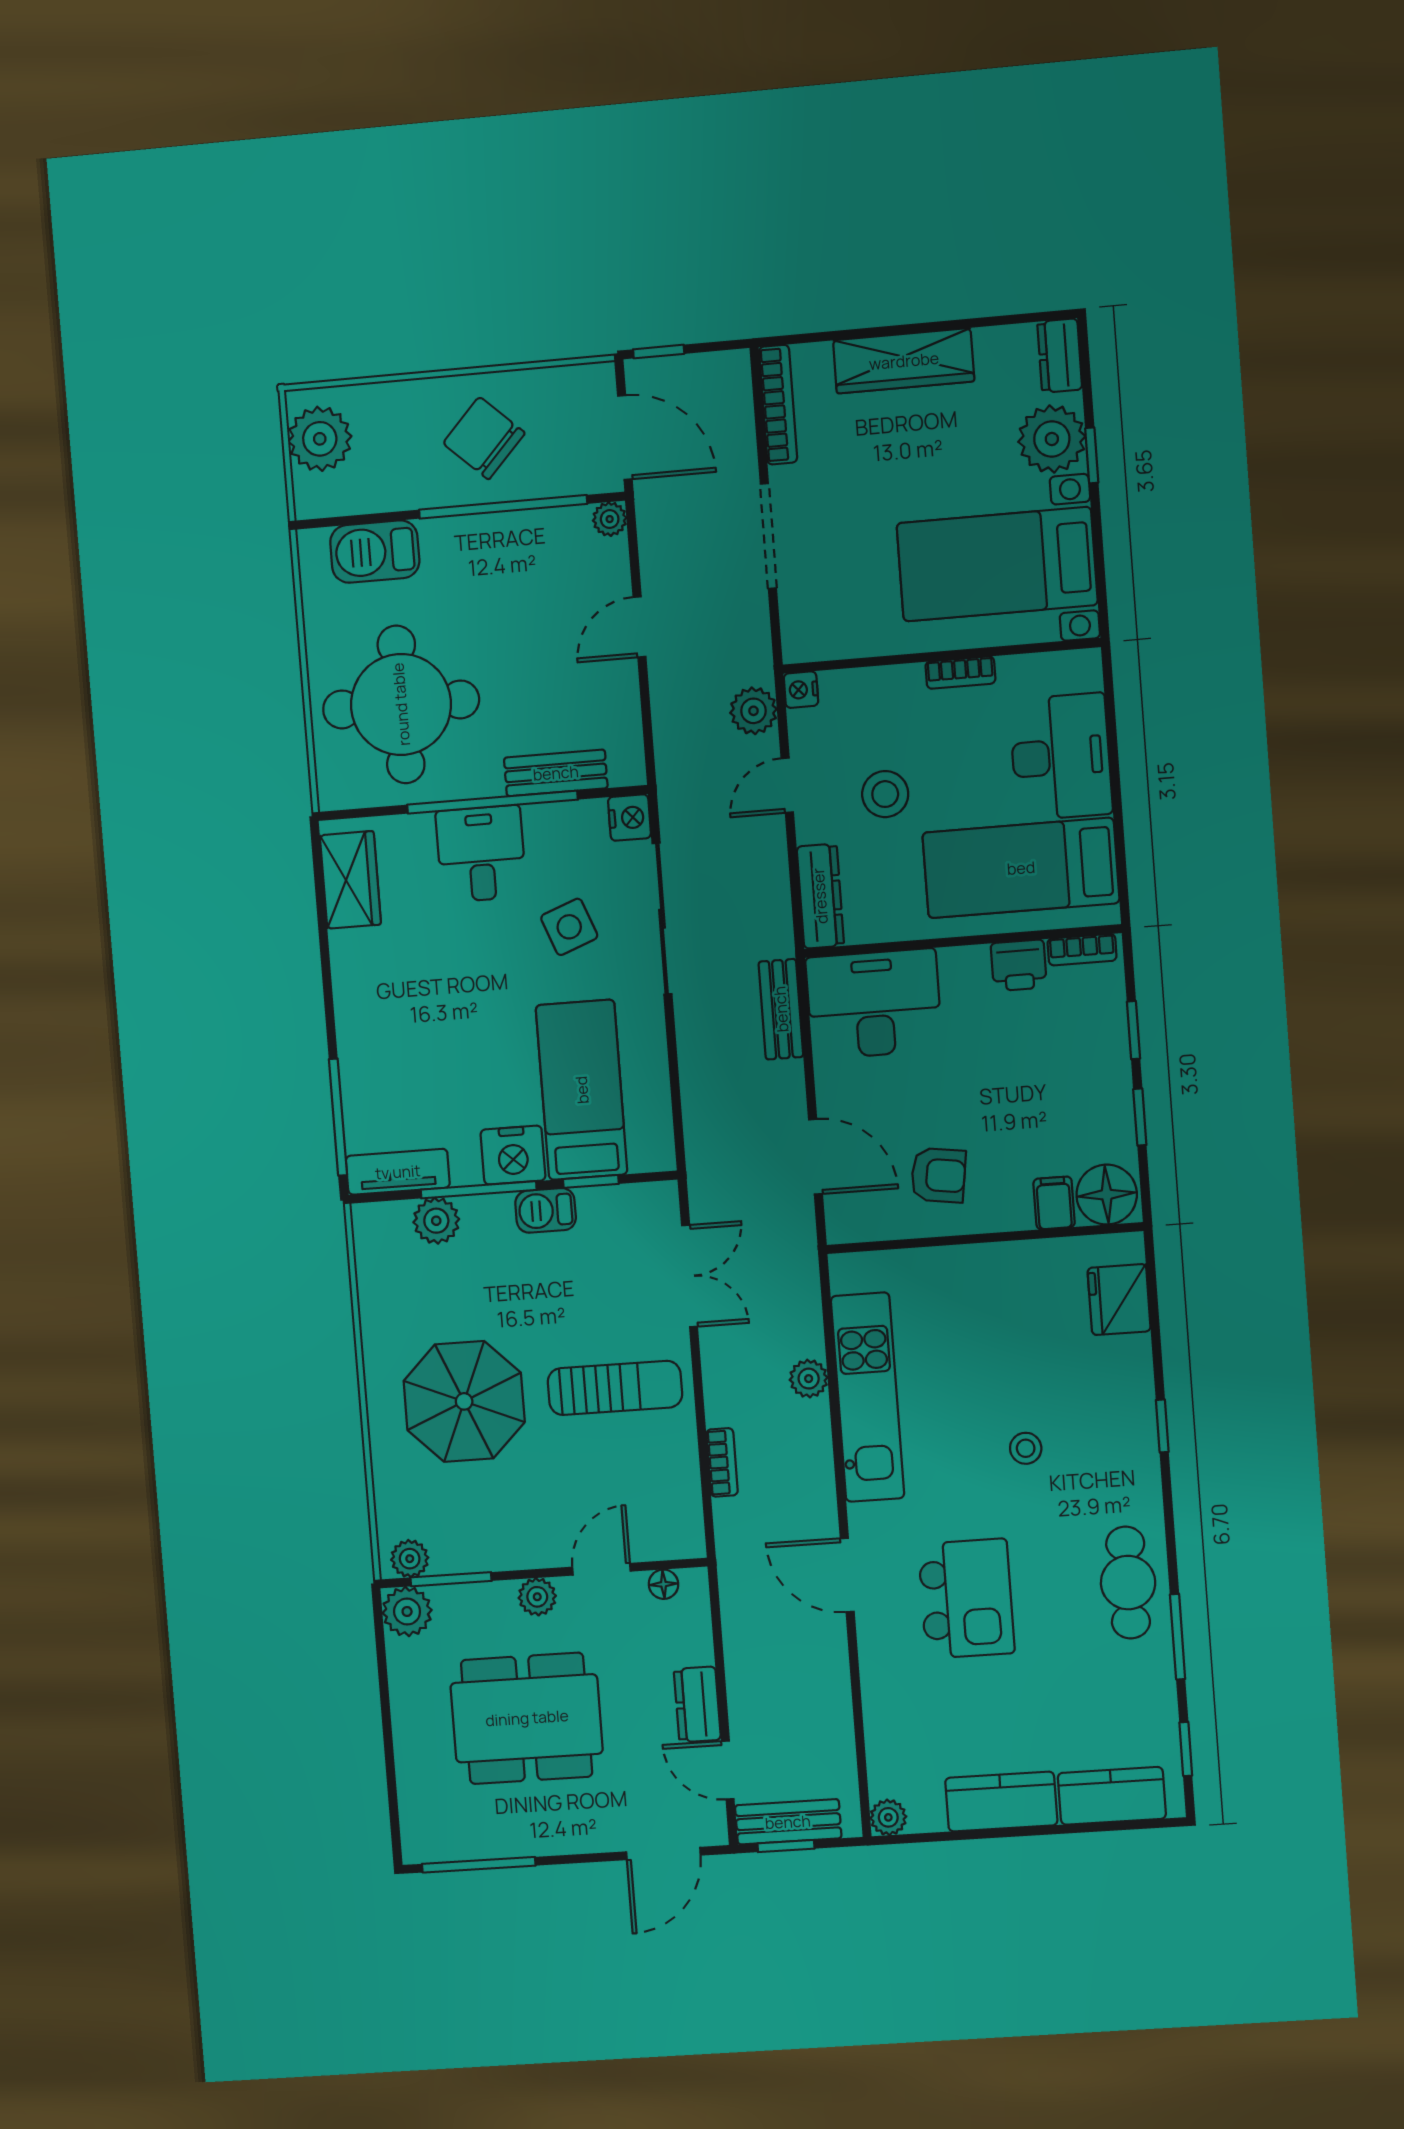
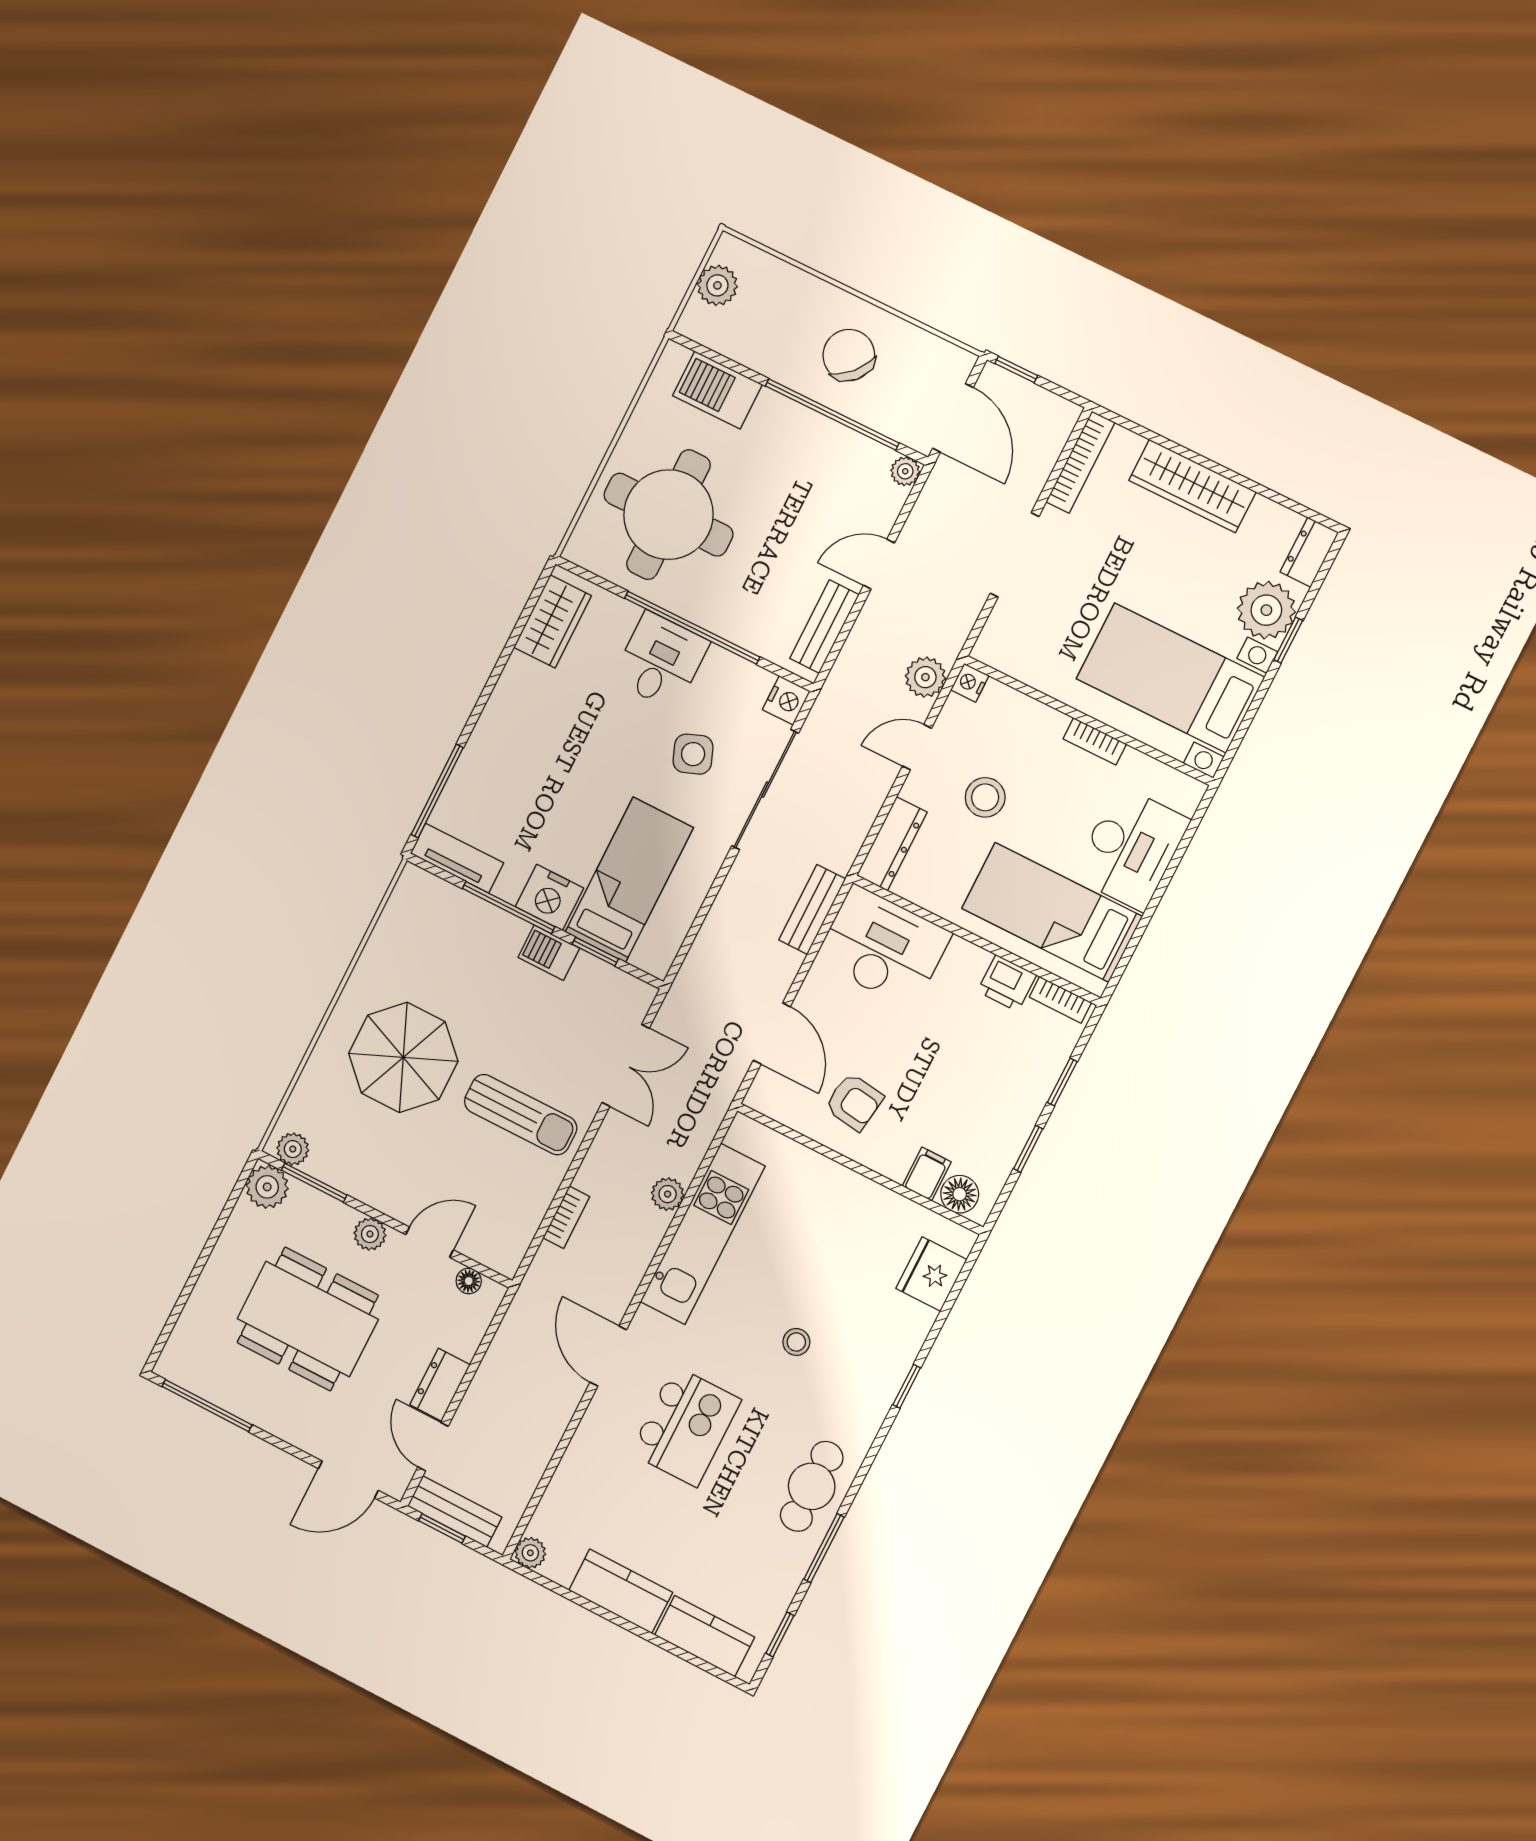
plant: (320, 439) -> (717, 285), width x0.73, depth x0.73
bench: (556, 773) -> (824, 627), moved, turned 90
floor lamp: (1107, 1195) -> (960, 1194), width x0.73, depth x0.73
plant: (436, 1221) -> (464, 912), removed

